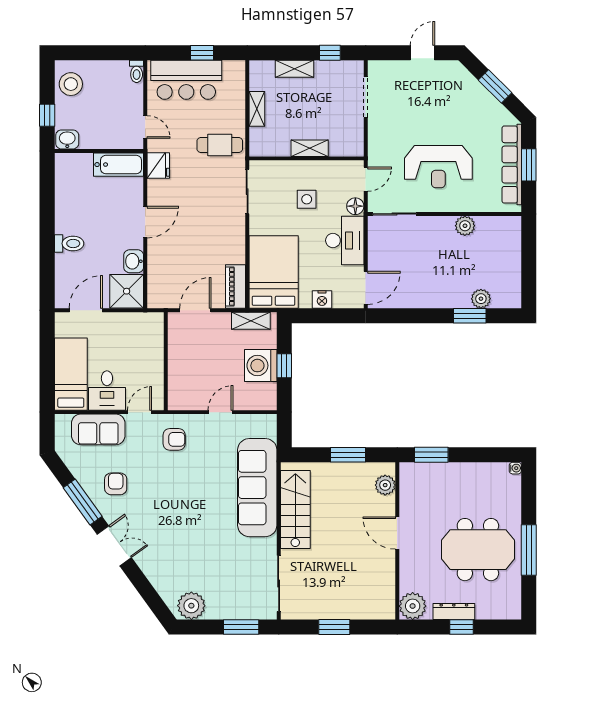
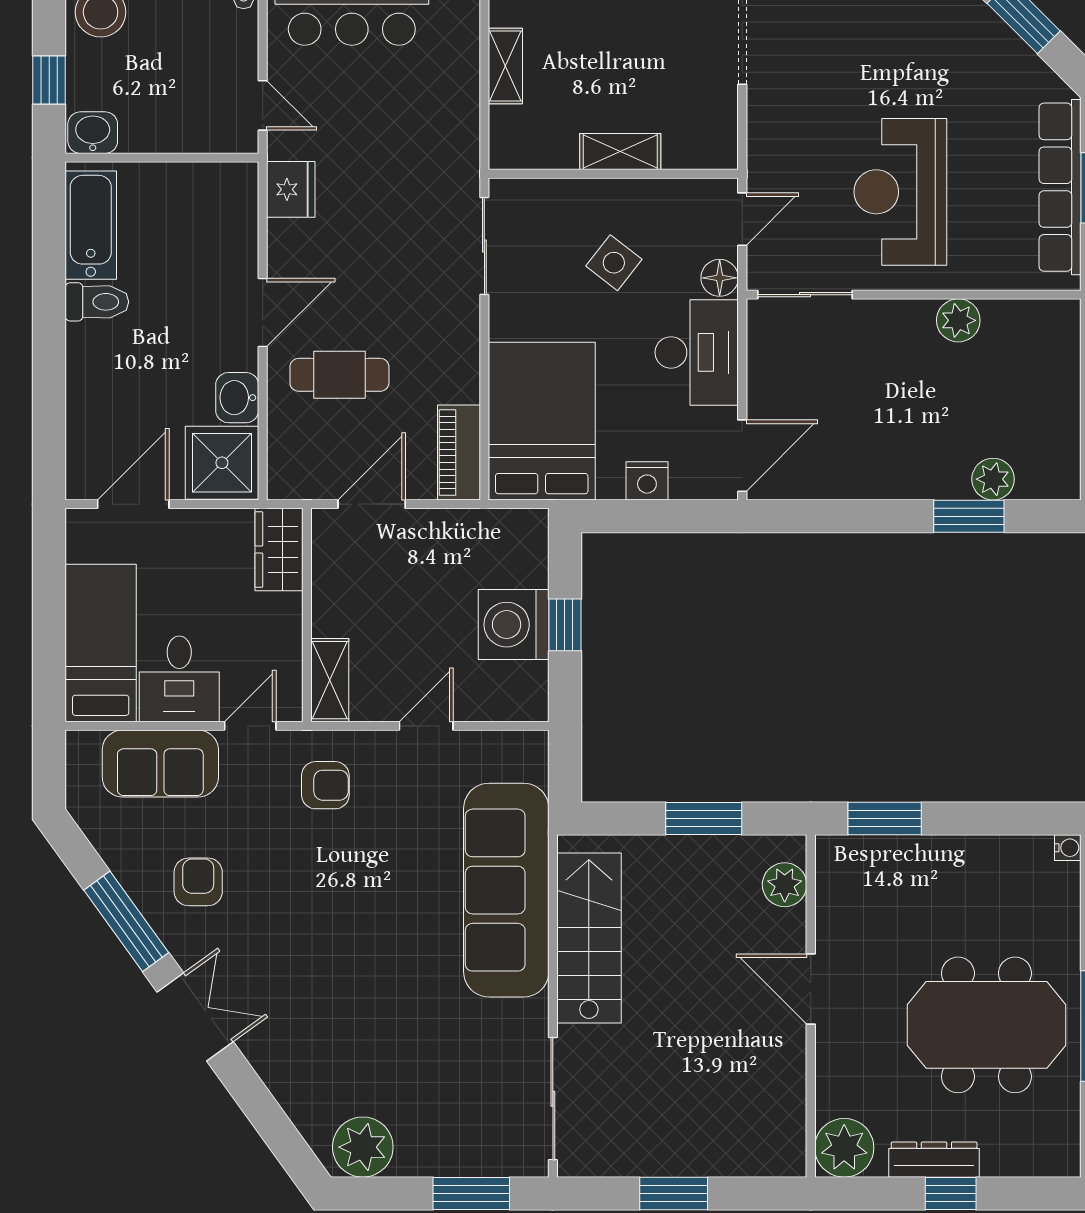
cafe table: (220, 145) -> (339, 375), moved
bathtub: (119, 165) -> (91, 225), moved, turned -90
reception desk: (438, 167) -> (900, 192), turned 90
side table: (307, 199) -> (614, 263), turned 38
toilet: (69, 243) -> (97, 302), moved
shelving: (251, 321) -> (330, 680), moved, turned 90
wardrobe: (153, 331) -> (279, 550), added

